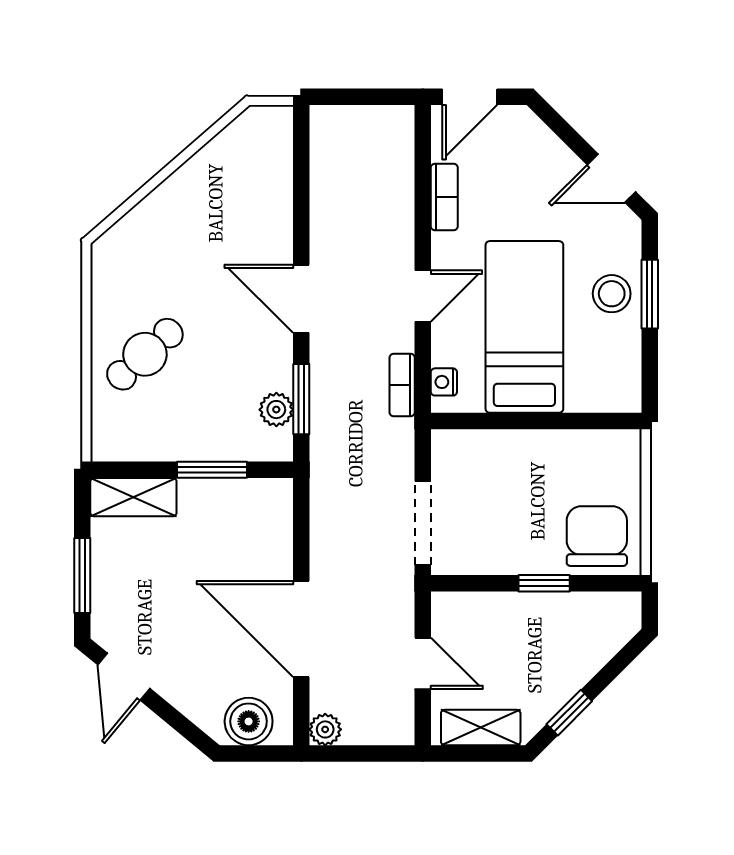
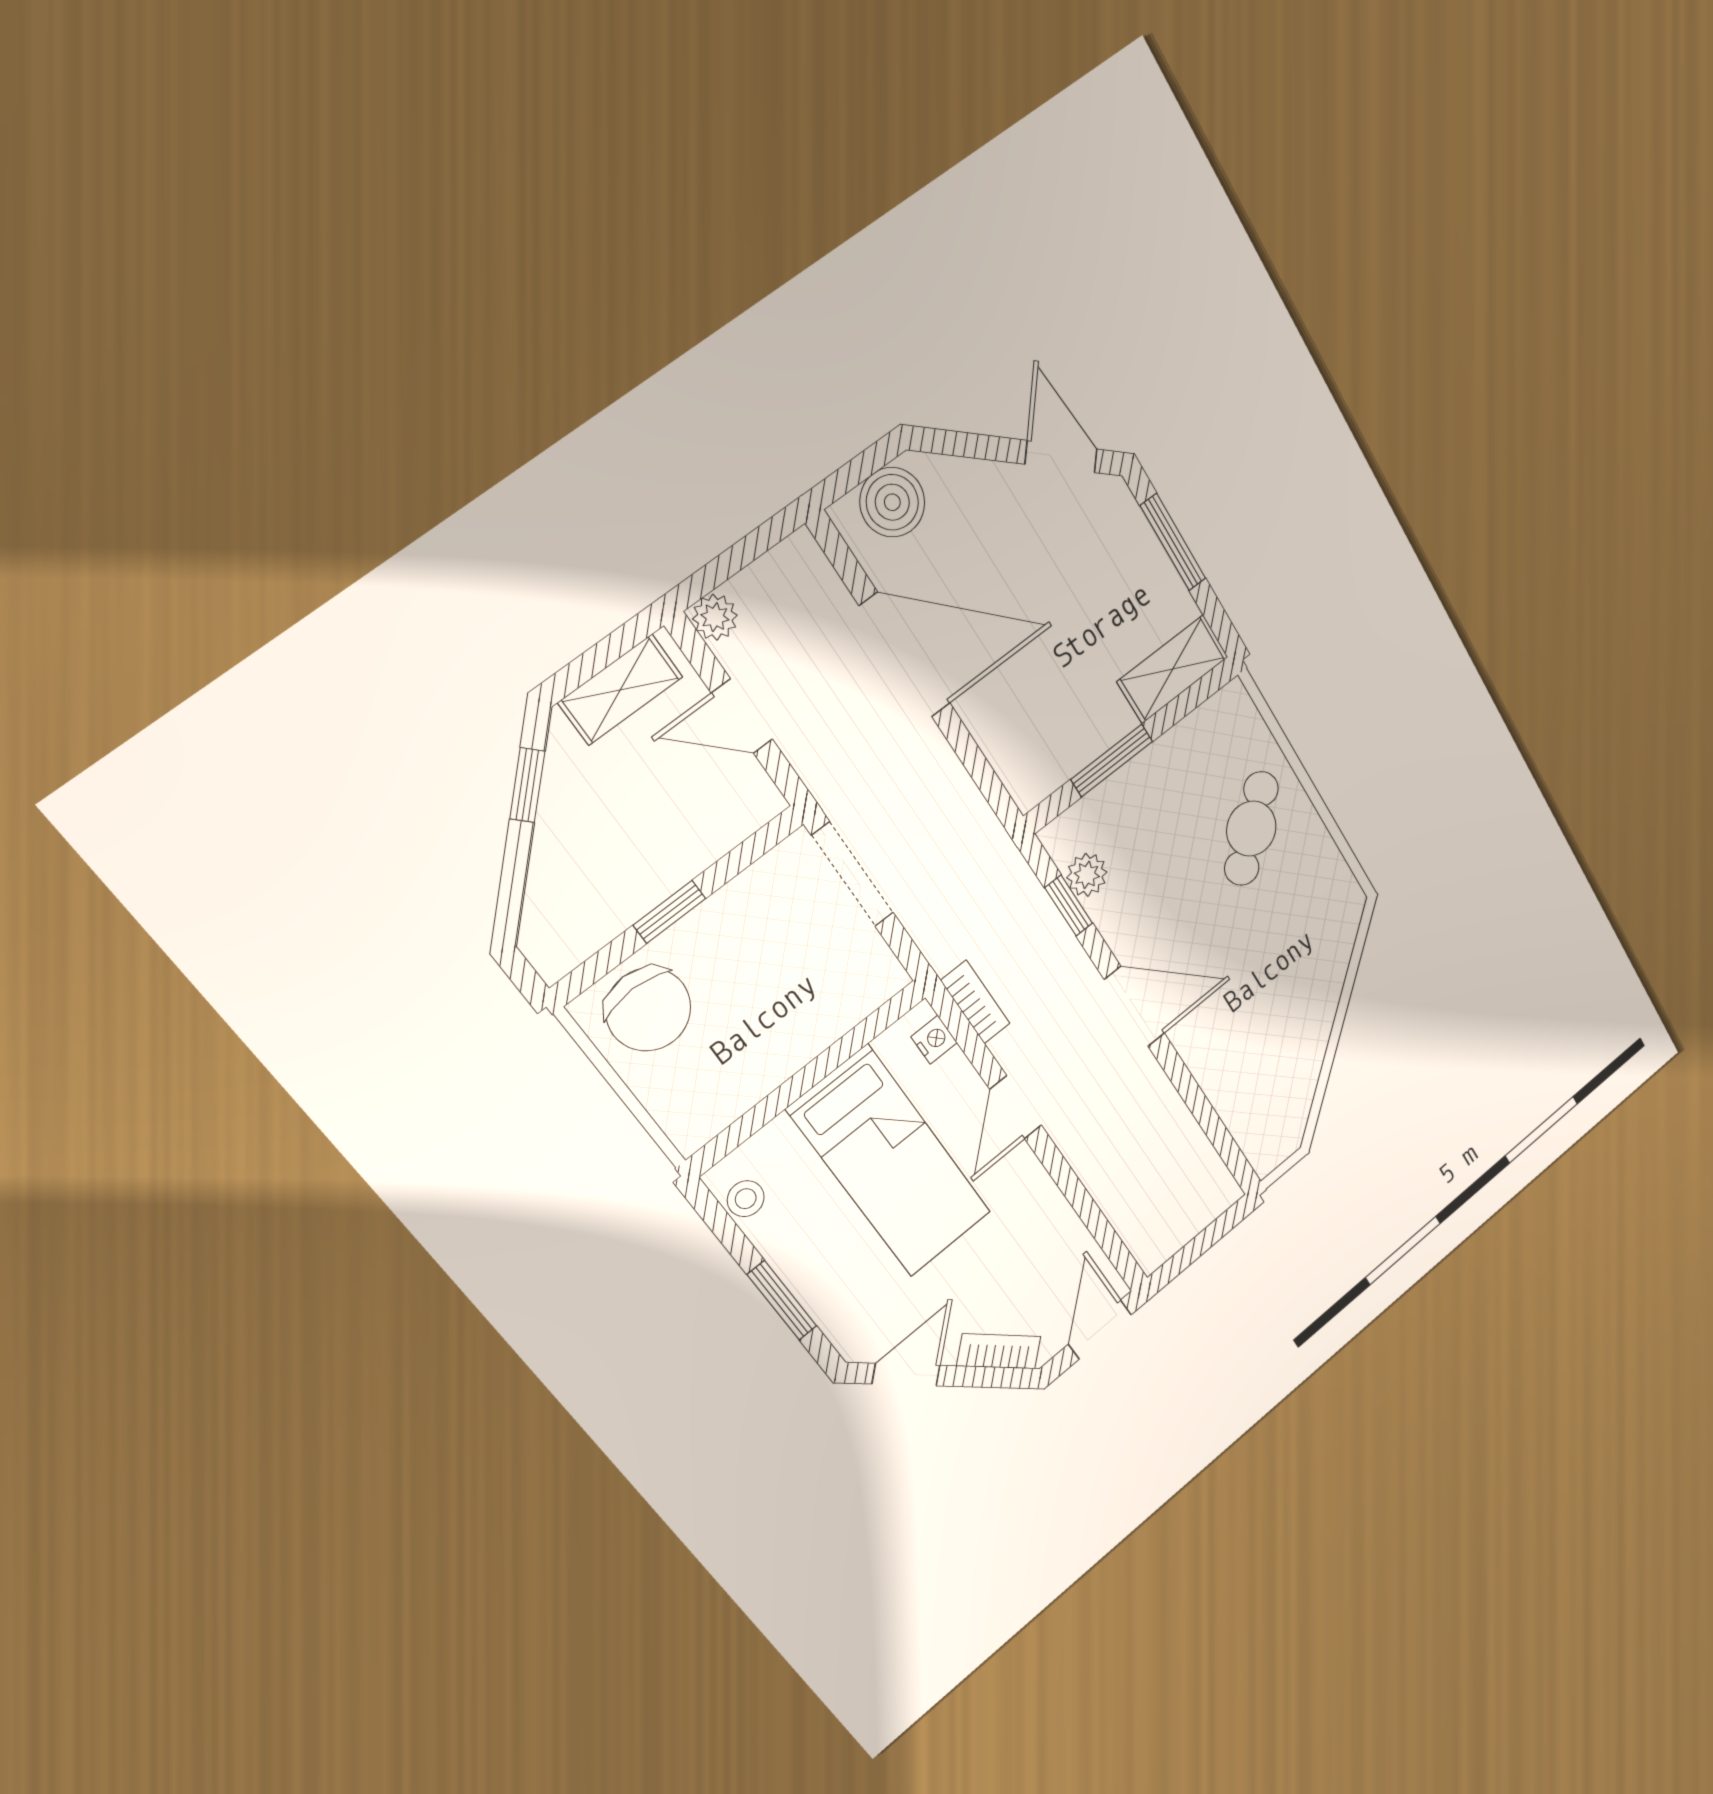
bookcase: (444, 197) -> (999, 1351), moved, turned 135
stool: (612, 294) -> (746, 1199), moved, width x0.73, depth x0.73
window: (301, 399) -> (1069, 906), width x0.67
plant: (325, 729) -> (715, 617), moved

